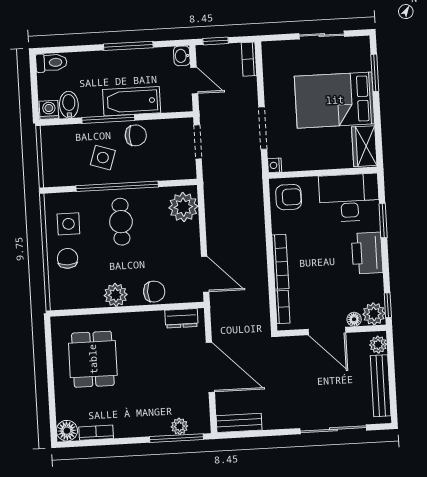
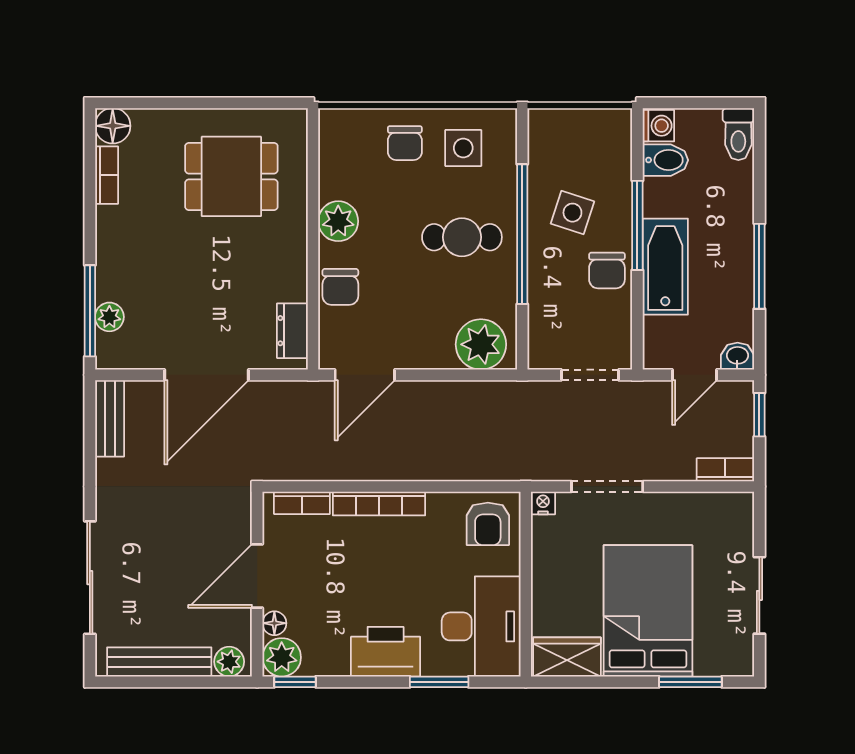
chair: (68, 258) -> (405, 143), turned 90

